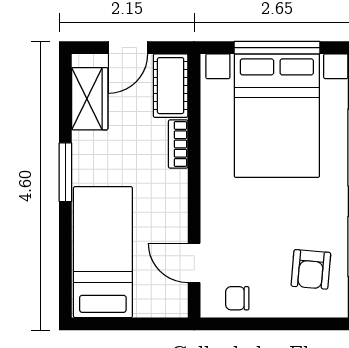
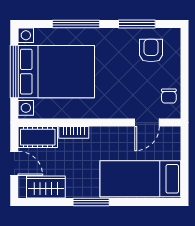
armchair: (311, 269) -> (151, 51), turned -95

